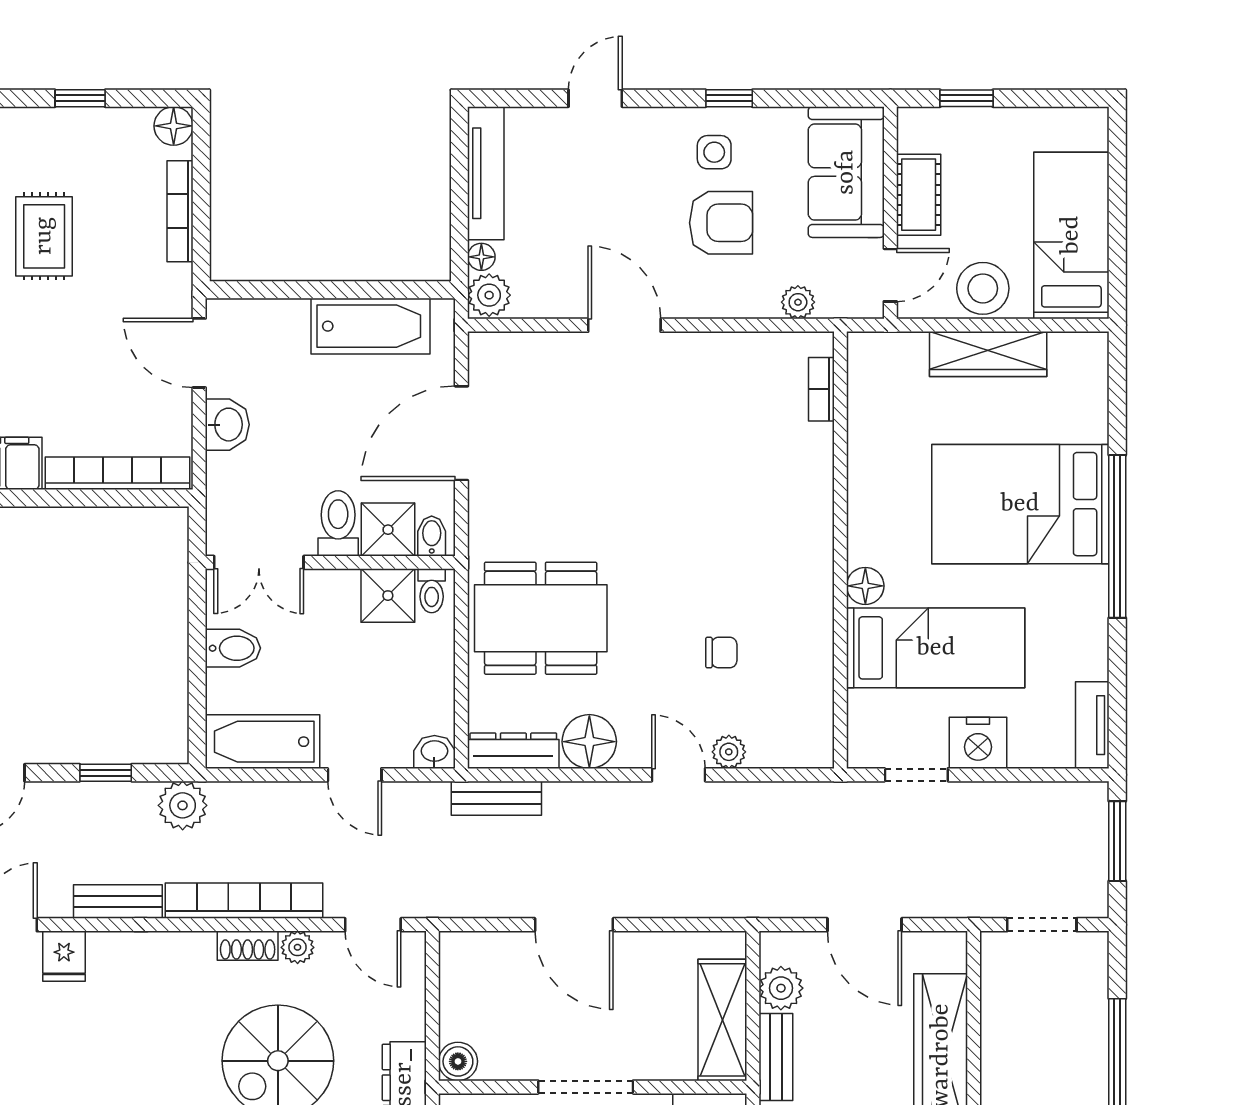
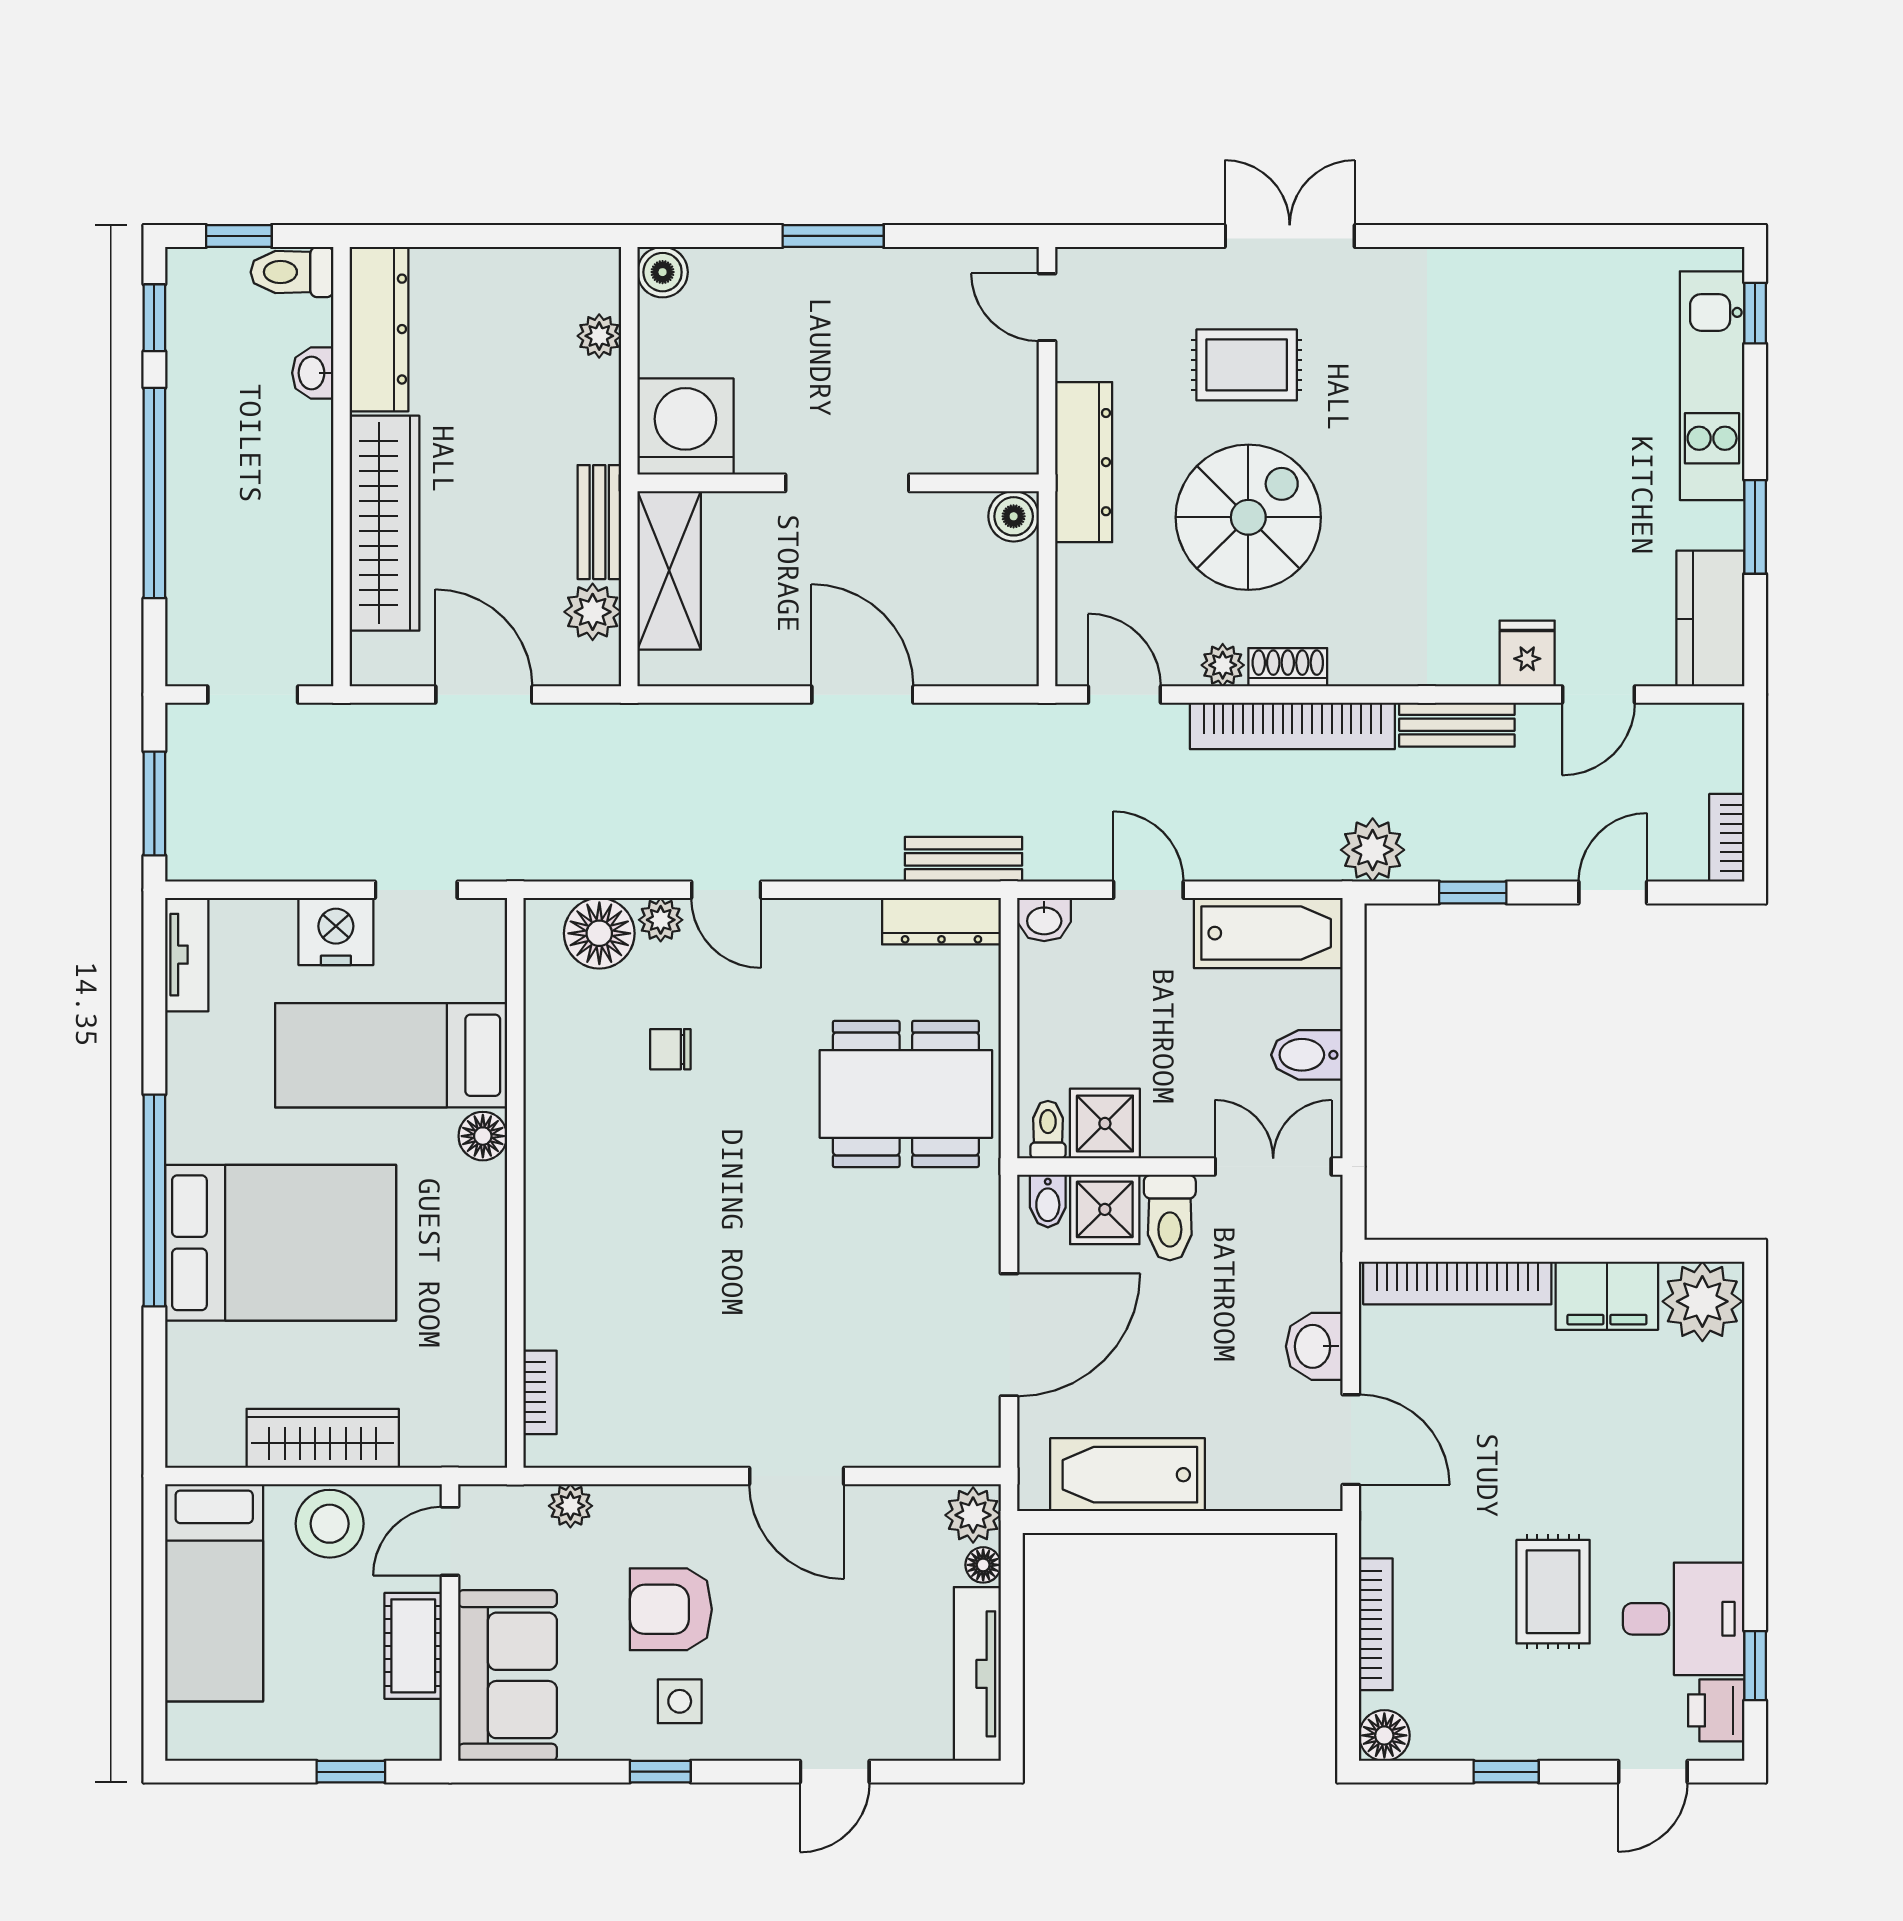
floor lamp: (589, 742) -> (599, 933), moved

